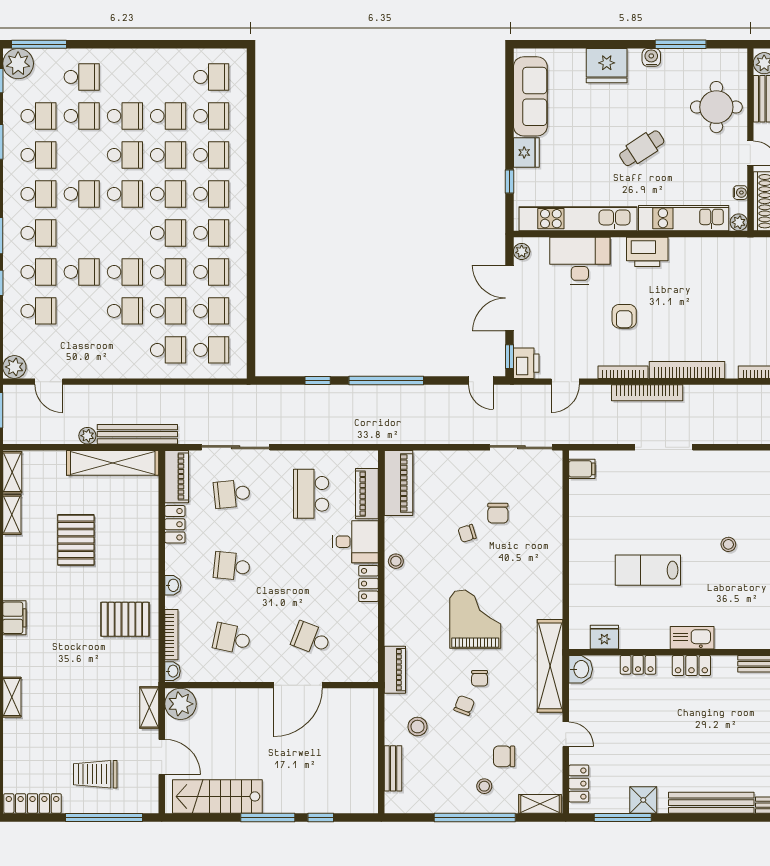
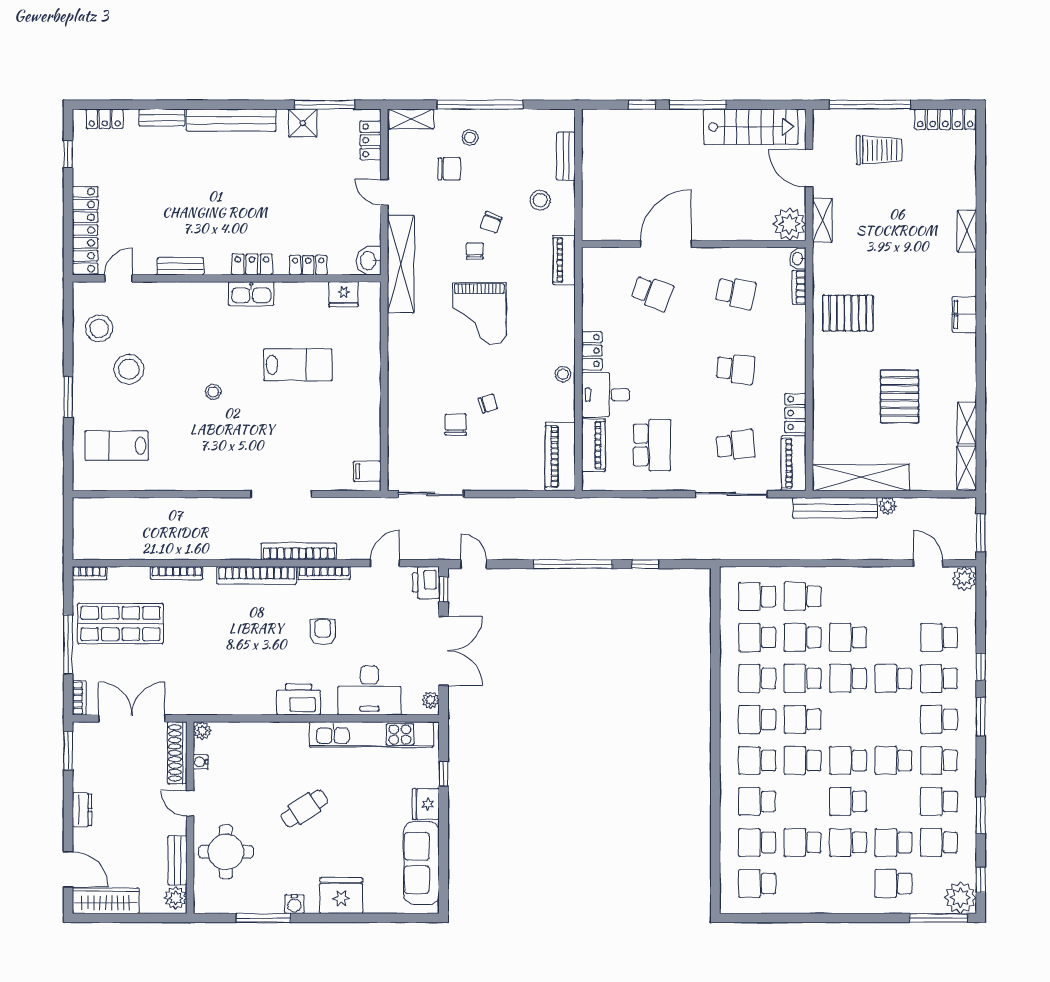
school desk: (168, 155) -> (803, 801), removed
kitchen unit: (684, 218) -> (260, 735), removed
washbasin: (173, 585) -> (798, 349), removed
bookcase: (171, 635) -> (799, 287), width x0.64

